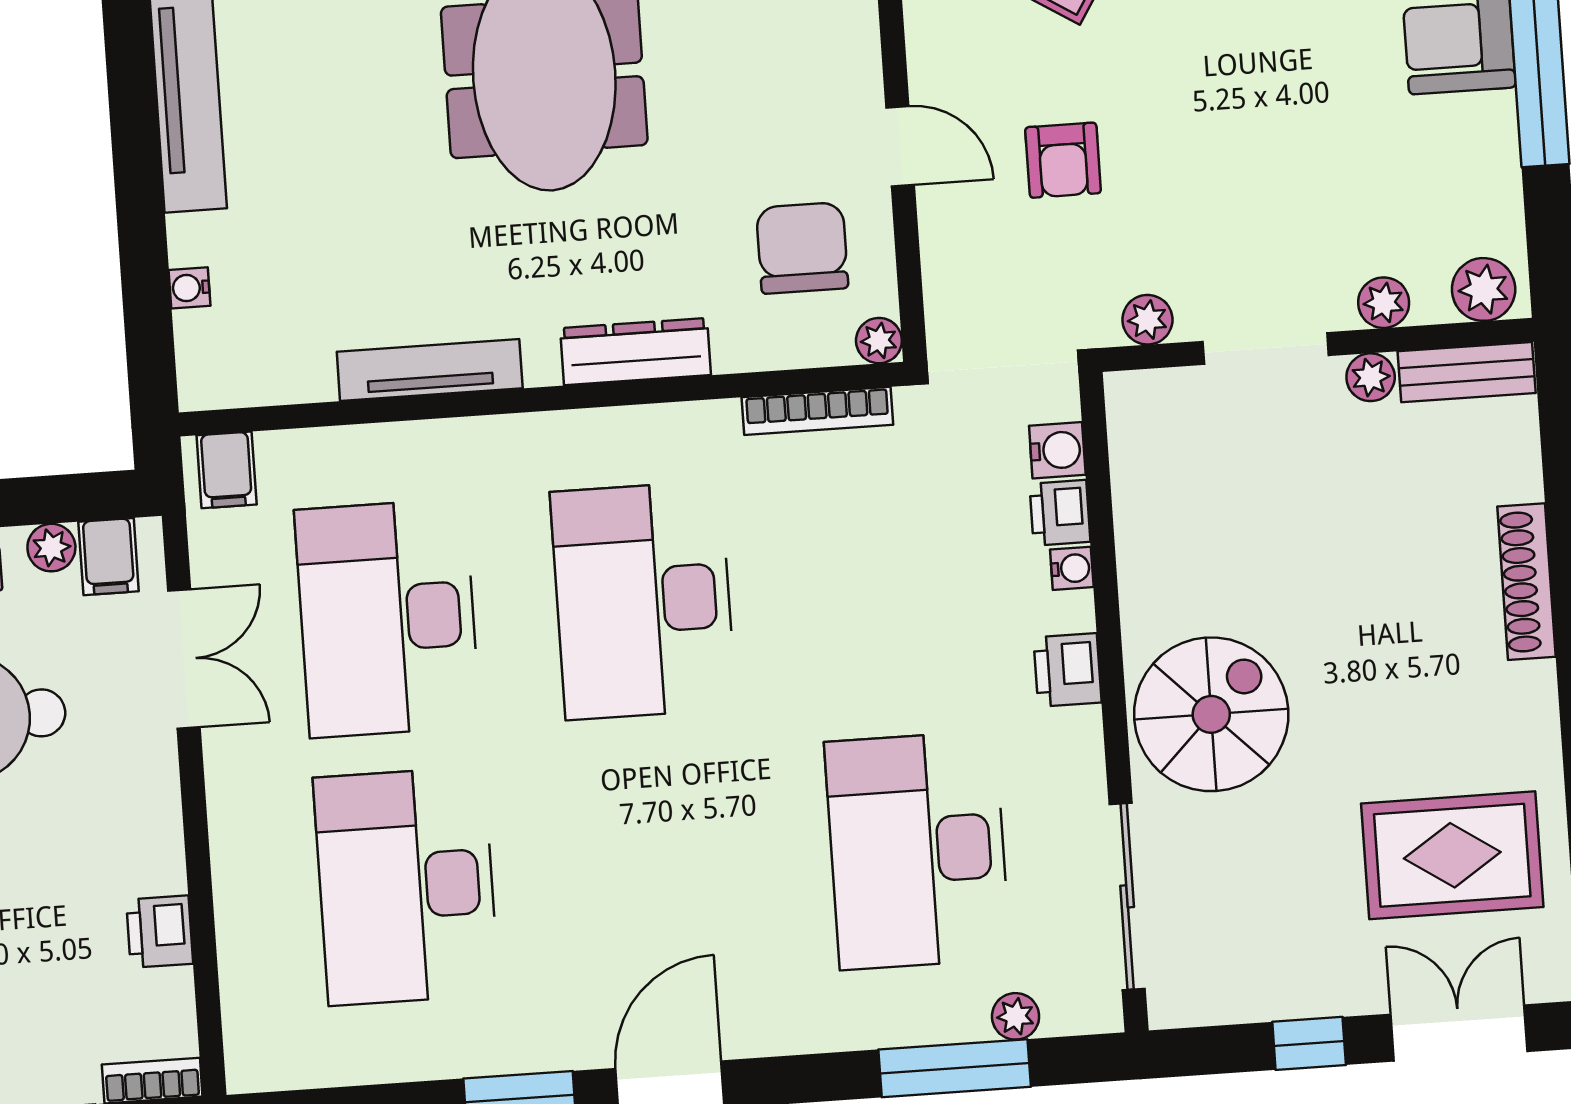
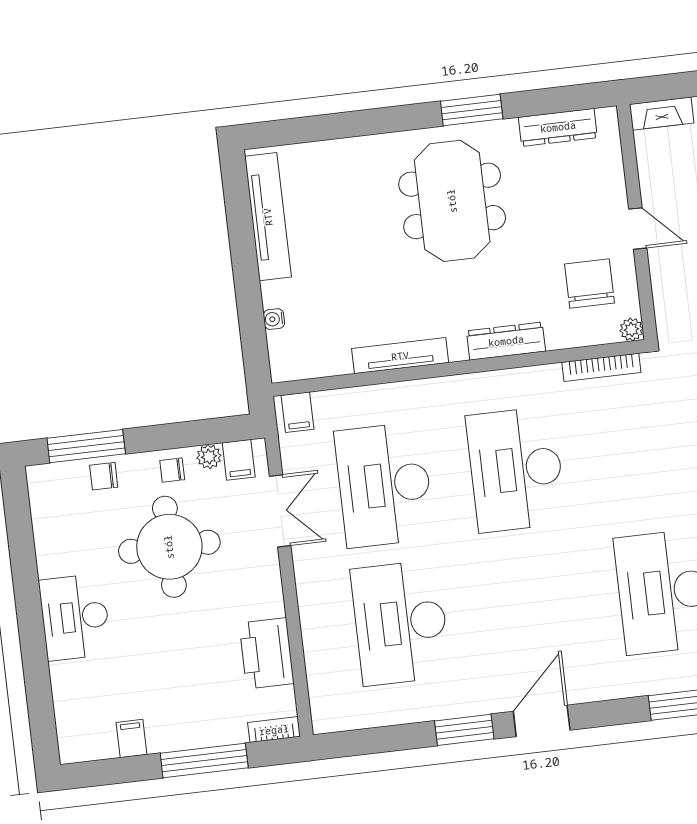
printer: (160, 932) -> (267, 653), width x1.87, depth x1.48

